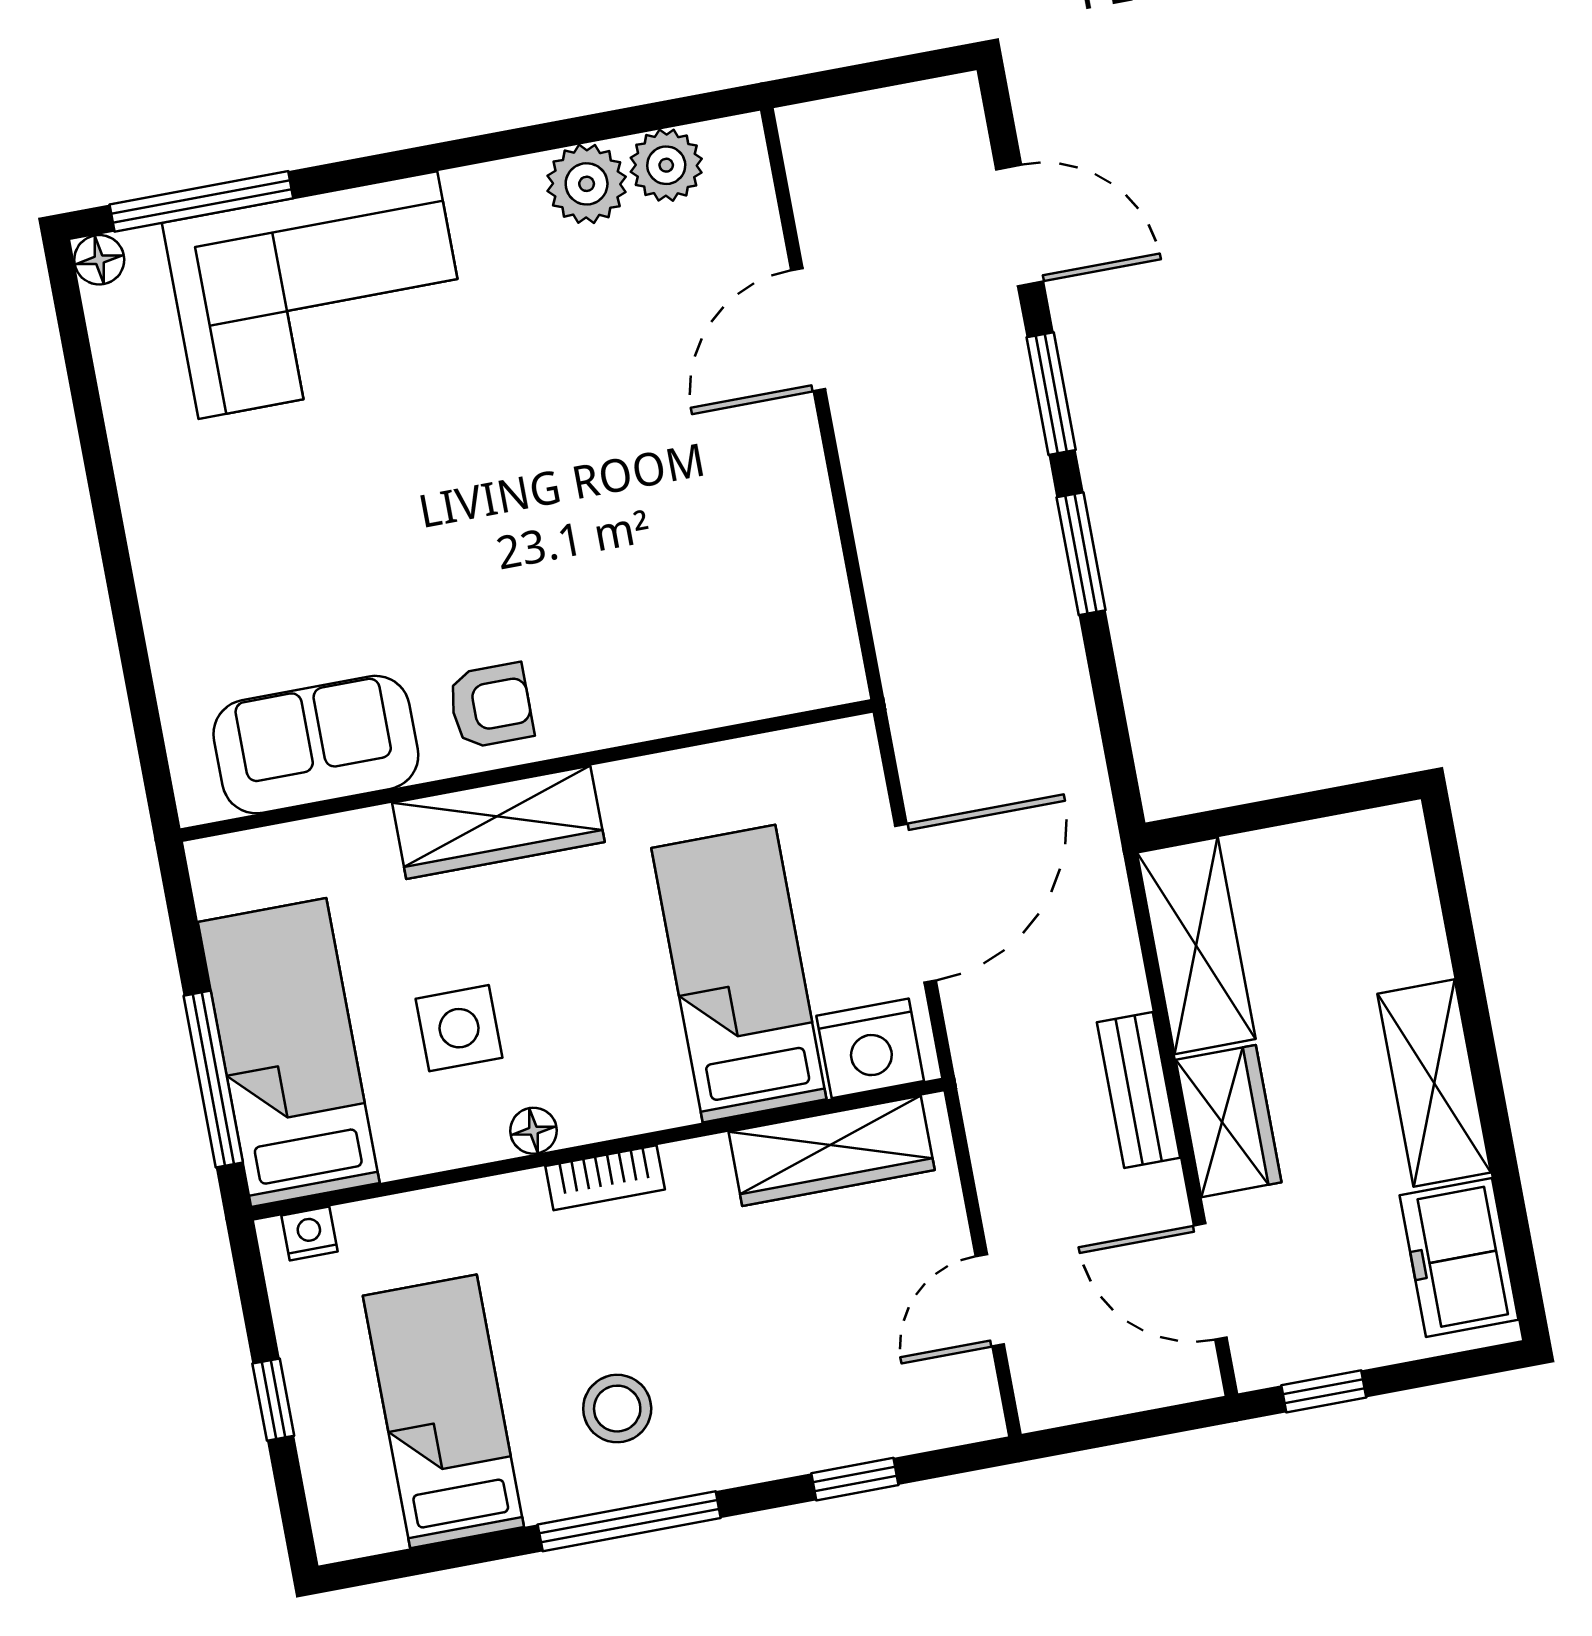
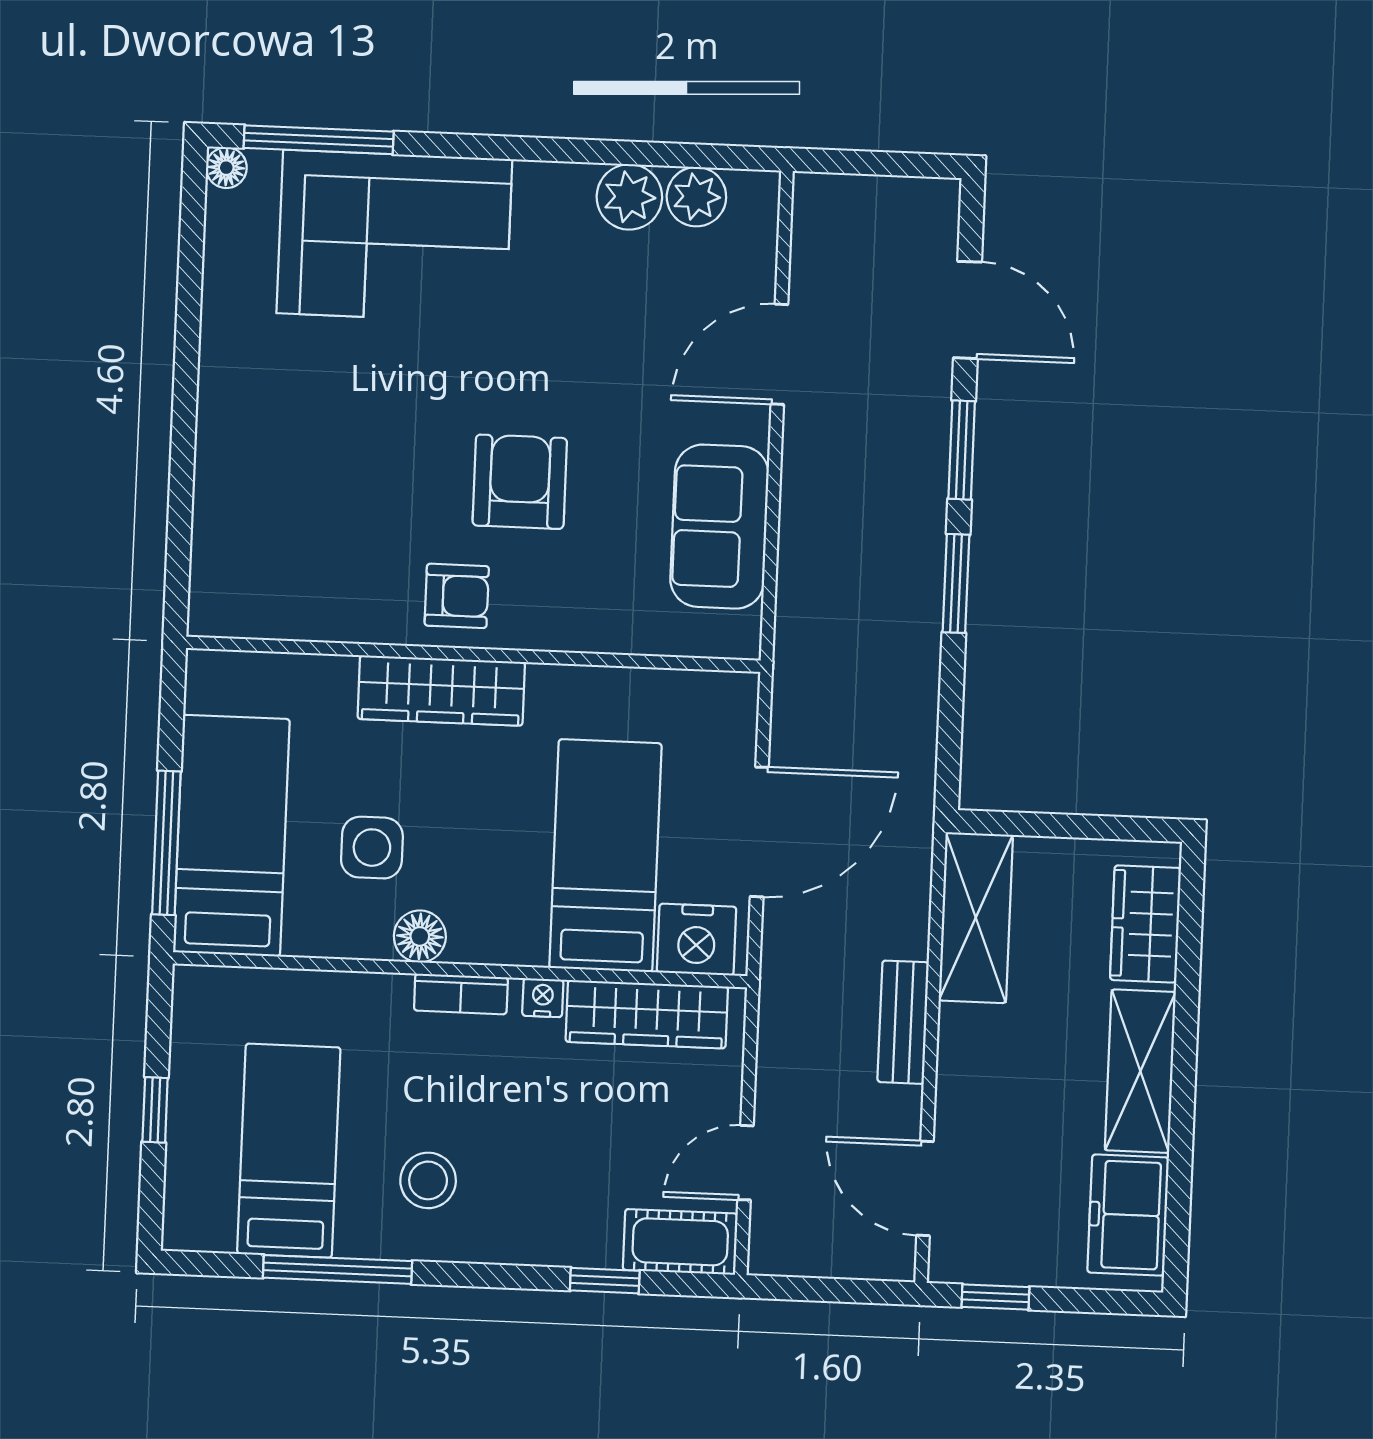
armchair: (534, 553) -> (520, 482), added
sofa: (316, 745) -> (719, 527), moved, turned -90
wardrobe: (1228, 1121) -> (1145, 924), moved, turned 180
floor lamp: (534, 1131) -> (420, 936), width x1.37, depth x1.37
nightstand: (310, 1233) -> (543, 998), moved
cot: (934, 1412) -> (680, 1242), added
window: (629, 1521) -> (338, 1269), moved

